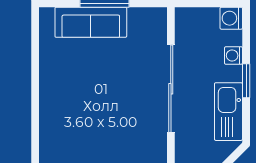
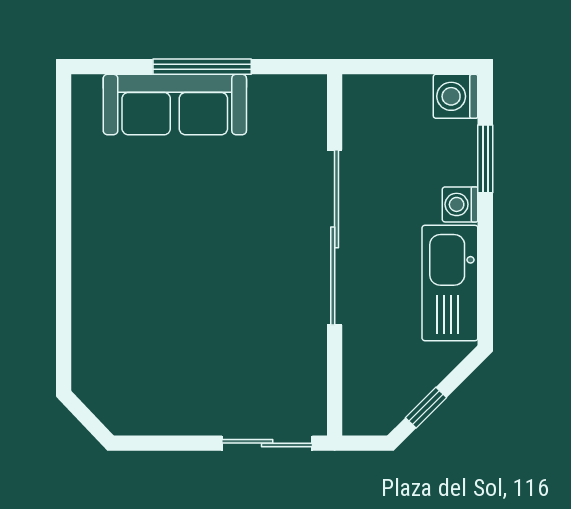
washing machine: (234, 55) -> (460, 204), moved
window: (246, 81) -> (485, 159), moved

